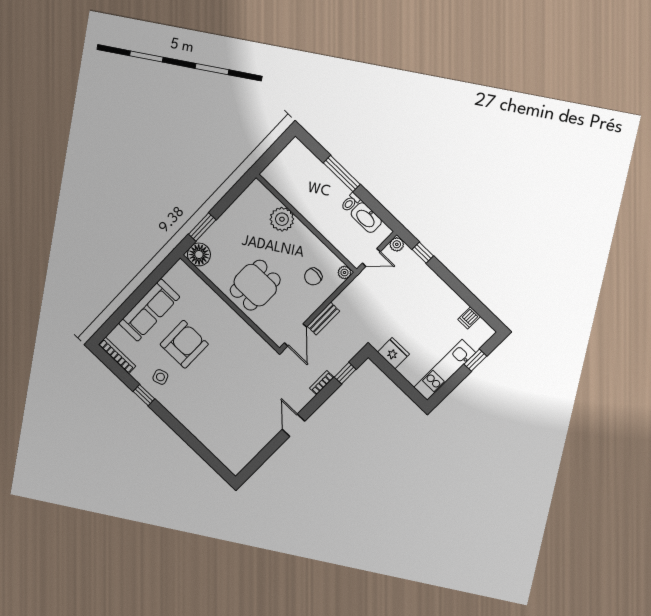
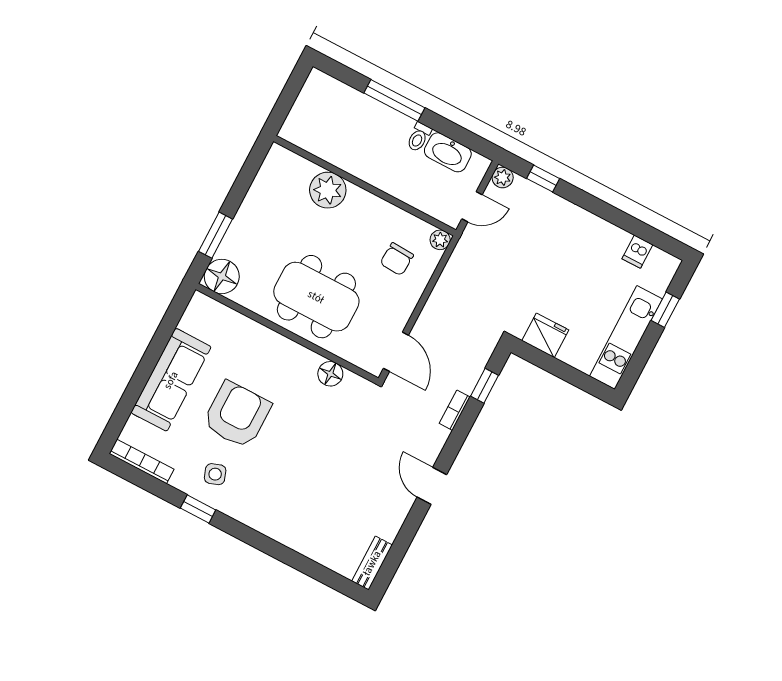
dining table: (255, 285) -> (316, 297), width x1.37
bench: (323, 319) -> (372, 563), moved
floor lamp: (250, 336) -> (330, 374), added

